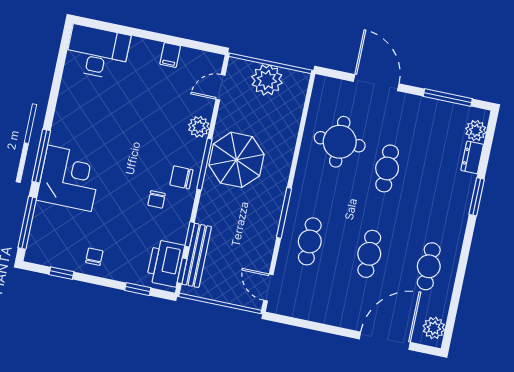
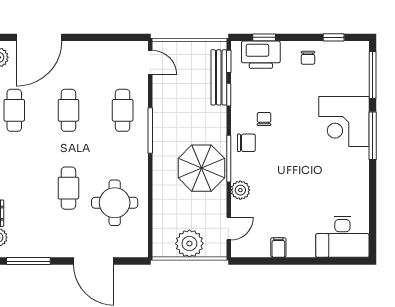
printer: (165, 263) -> (261, 55), moved, turned 90

